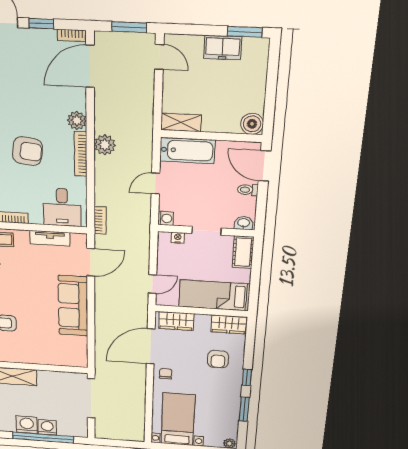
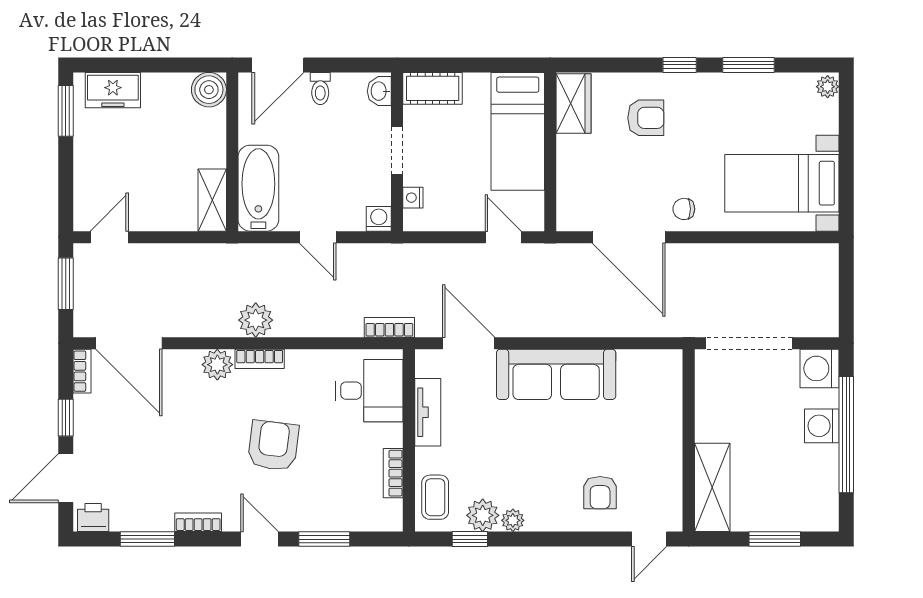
freezer: (223, 48) -> (113, 90), moved, turned 90
bookcase: (81, 154) -> (260, 359), width x0.64
wardrobe: (176, 321) -> (573, 194), removed
washing machine: (27, 425) -> (819, 368), moved

